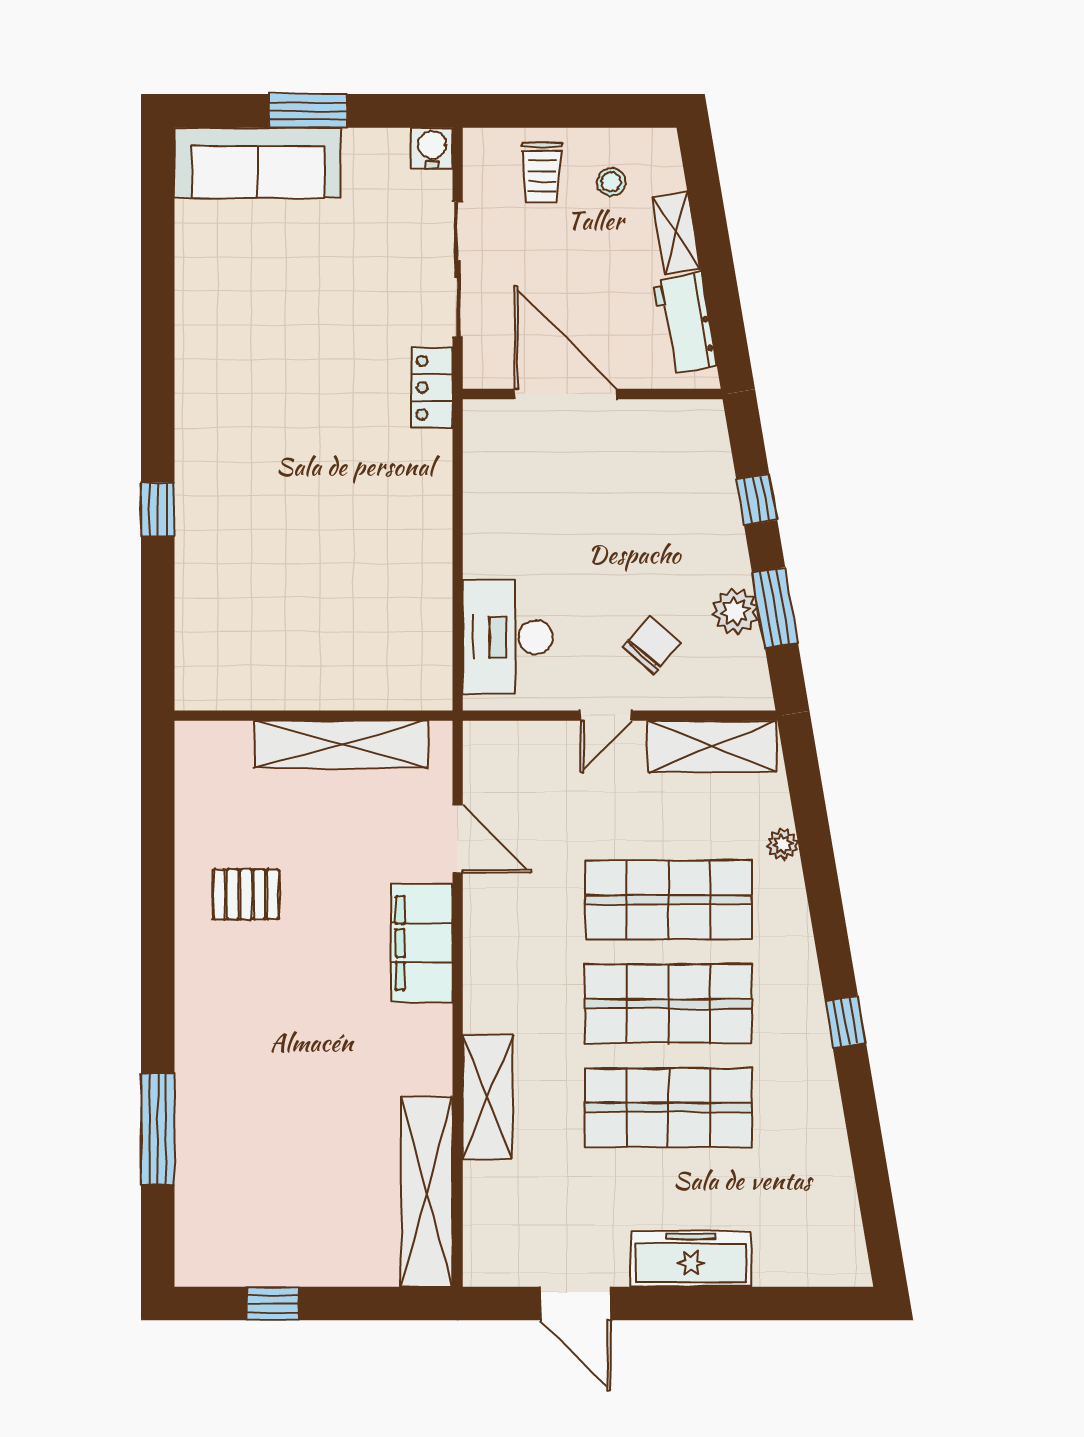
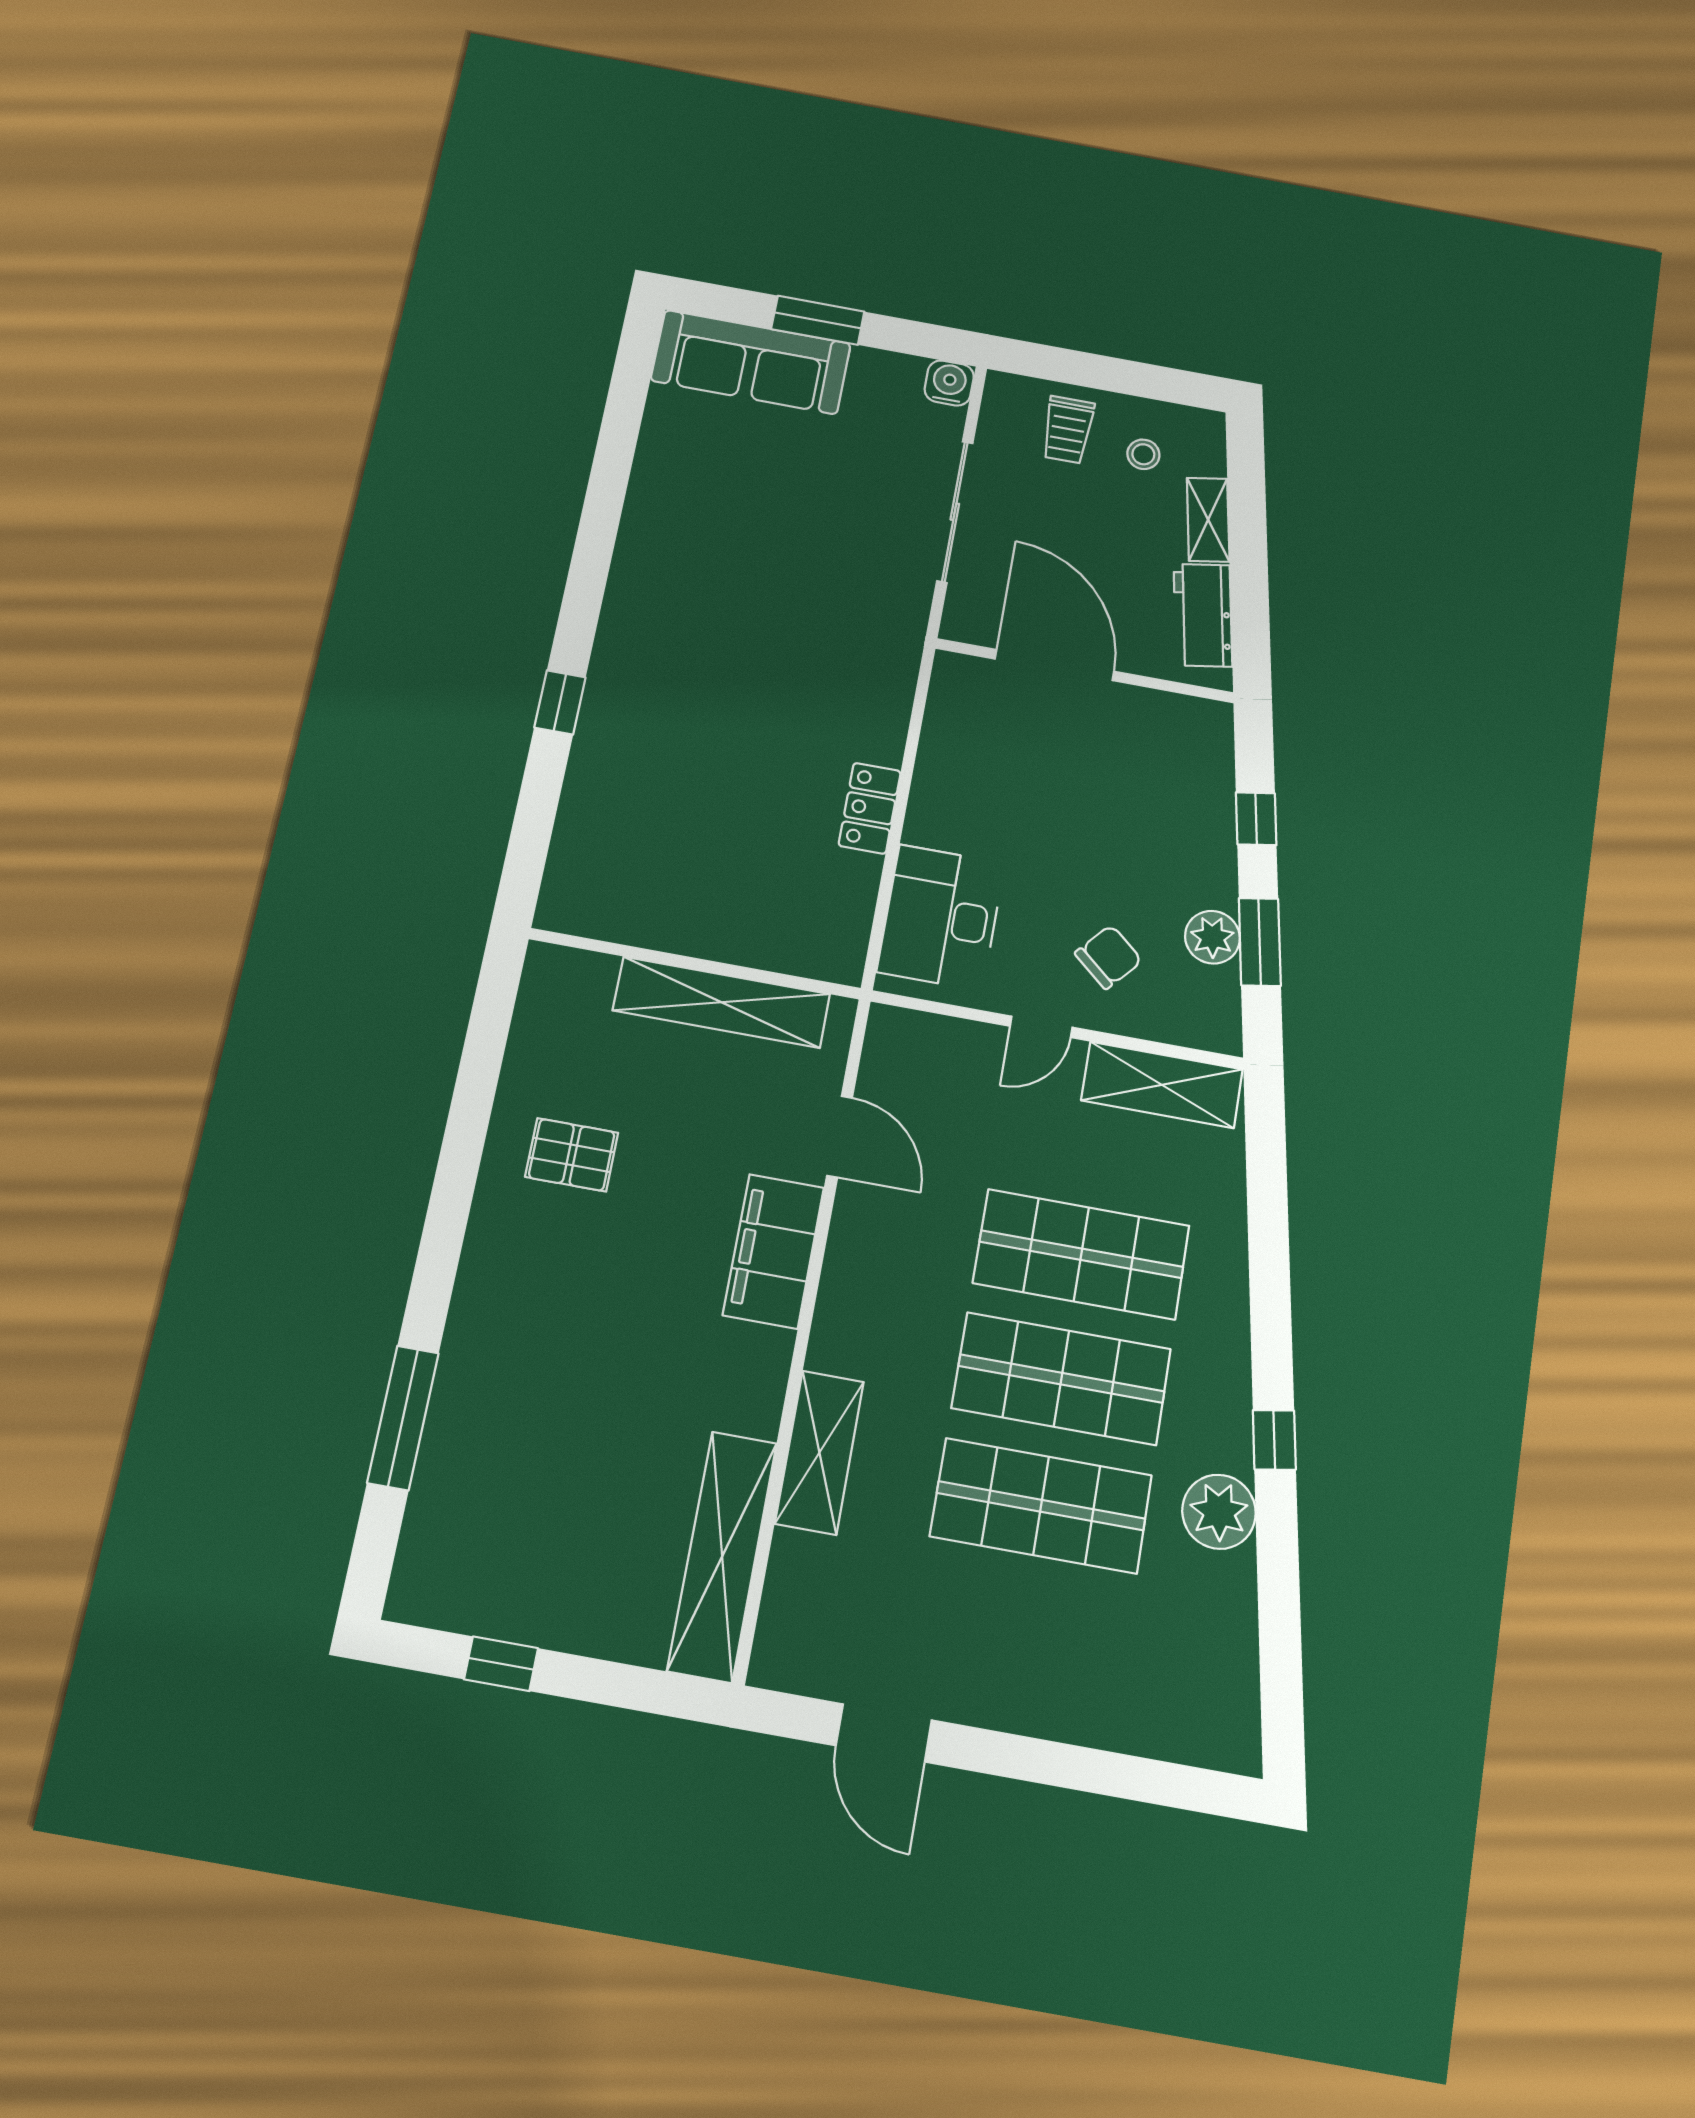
locker: (432, 388) -> (870, 808), moved
plant: (782, 844) -> (1219, 1512), moved, width x1.88, depth x1.88
freezer: (691, 1259) -> (1039, 1702), removed

